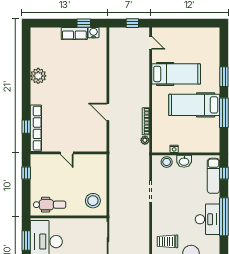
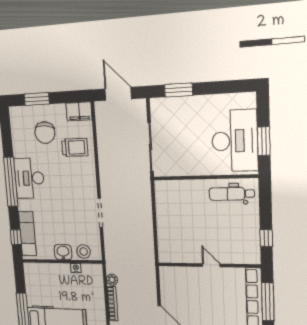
window: (26, 127) -> (268, 302), width x2.17
stool: (93, 201) -> (173, 200), removed

